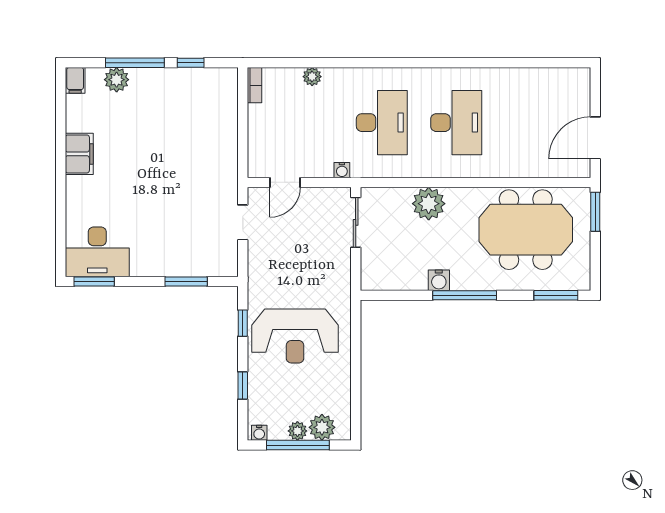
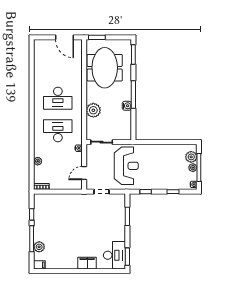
desk: (456, 123) -> (58, 98), turned 180
filing cabinet: (79, 154) -> (87, 263), moved
door: (285, 182) -> (84, 173), swing flipped
reception desk: (295, 336) -> (126, 166), moved

